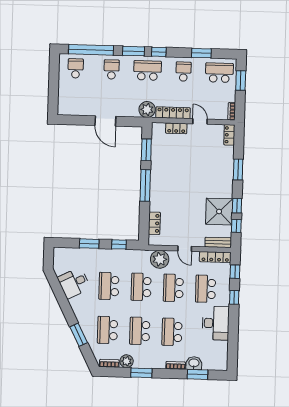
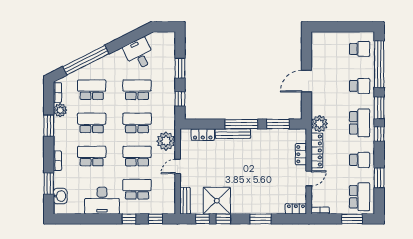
bench: (154, 194) -> (233, 134), added
locker: (215, 257) -> (170, 198), removed
window: (79, 335) -> (86, 60), width x2.11
washbasin: (194, 363) -> (60, 196), moved

